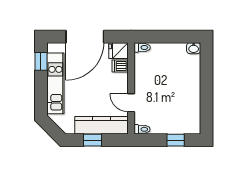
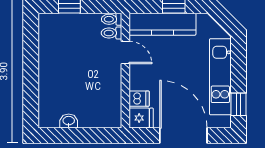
door: (85, 37) -> (183, 135), hinge flipped
toilet: (142, 47) -> (112, 33), moved
washbasin: (194, 48) -> (69, 121), moved

